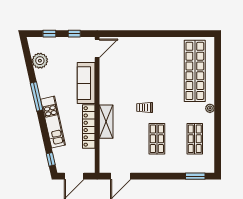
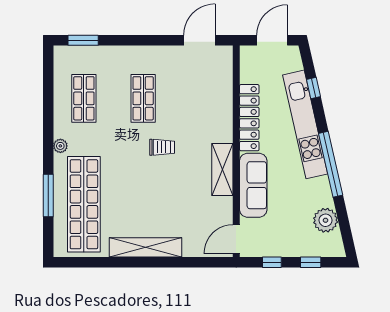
shelving: (155, 43) -> (145, 247), added
window: (218, 76) -> (48, 196), added
window: (37, 96) -> (331, 164), width x1.46
kitchen unit: (53, 122) -> (305, 124), width x1.36
shelving: (106, 122) -> (222, 169), moved
window: (51, 159) -> (313, 88), moved

